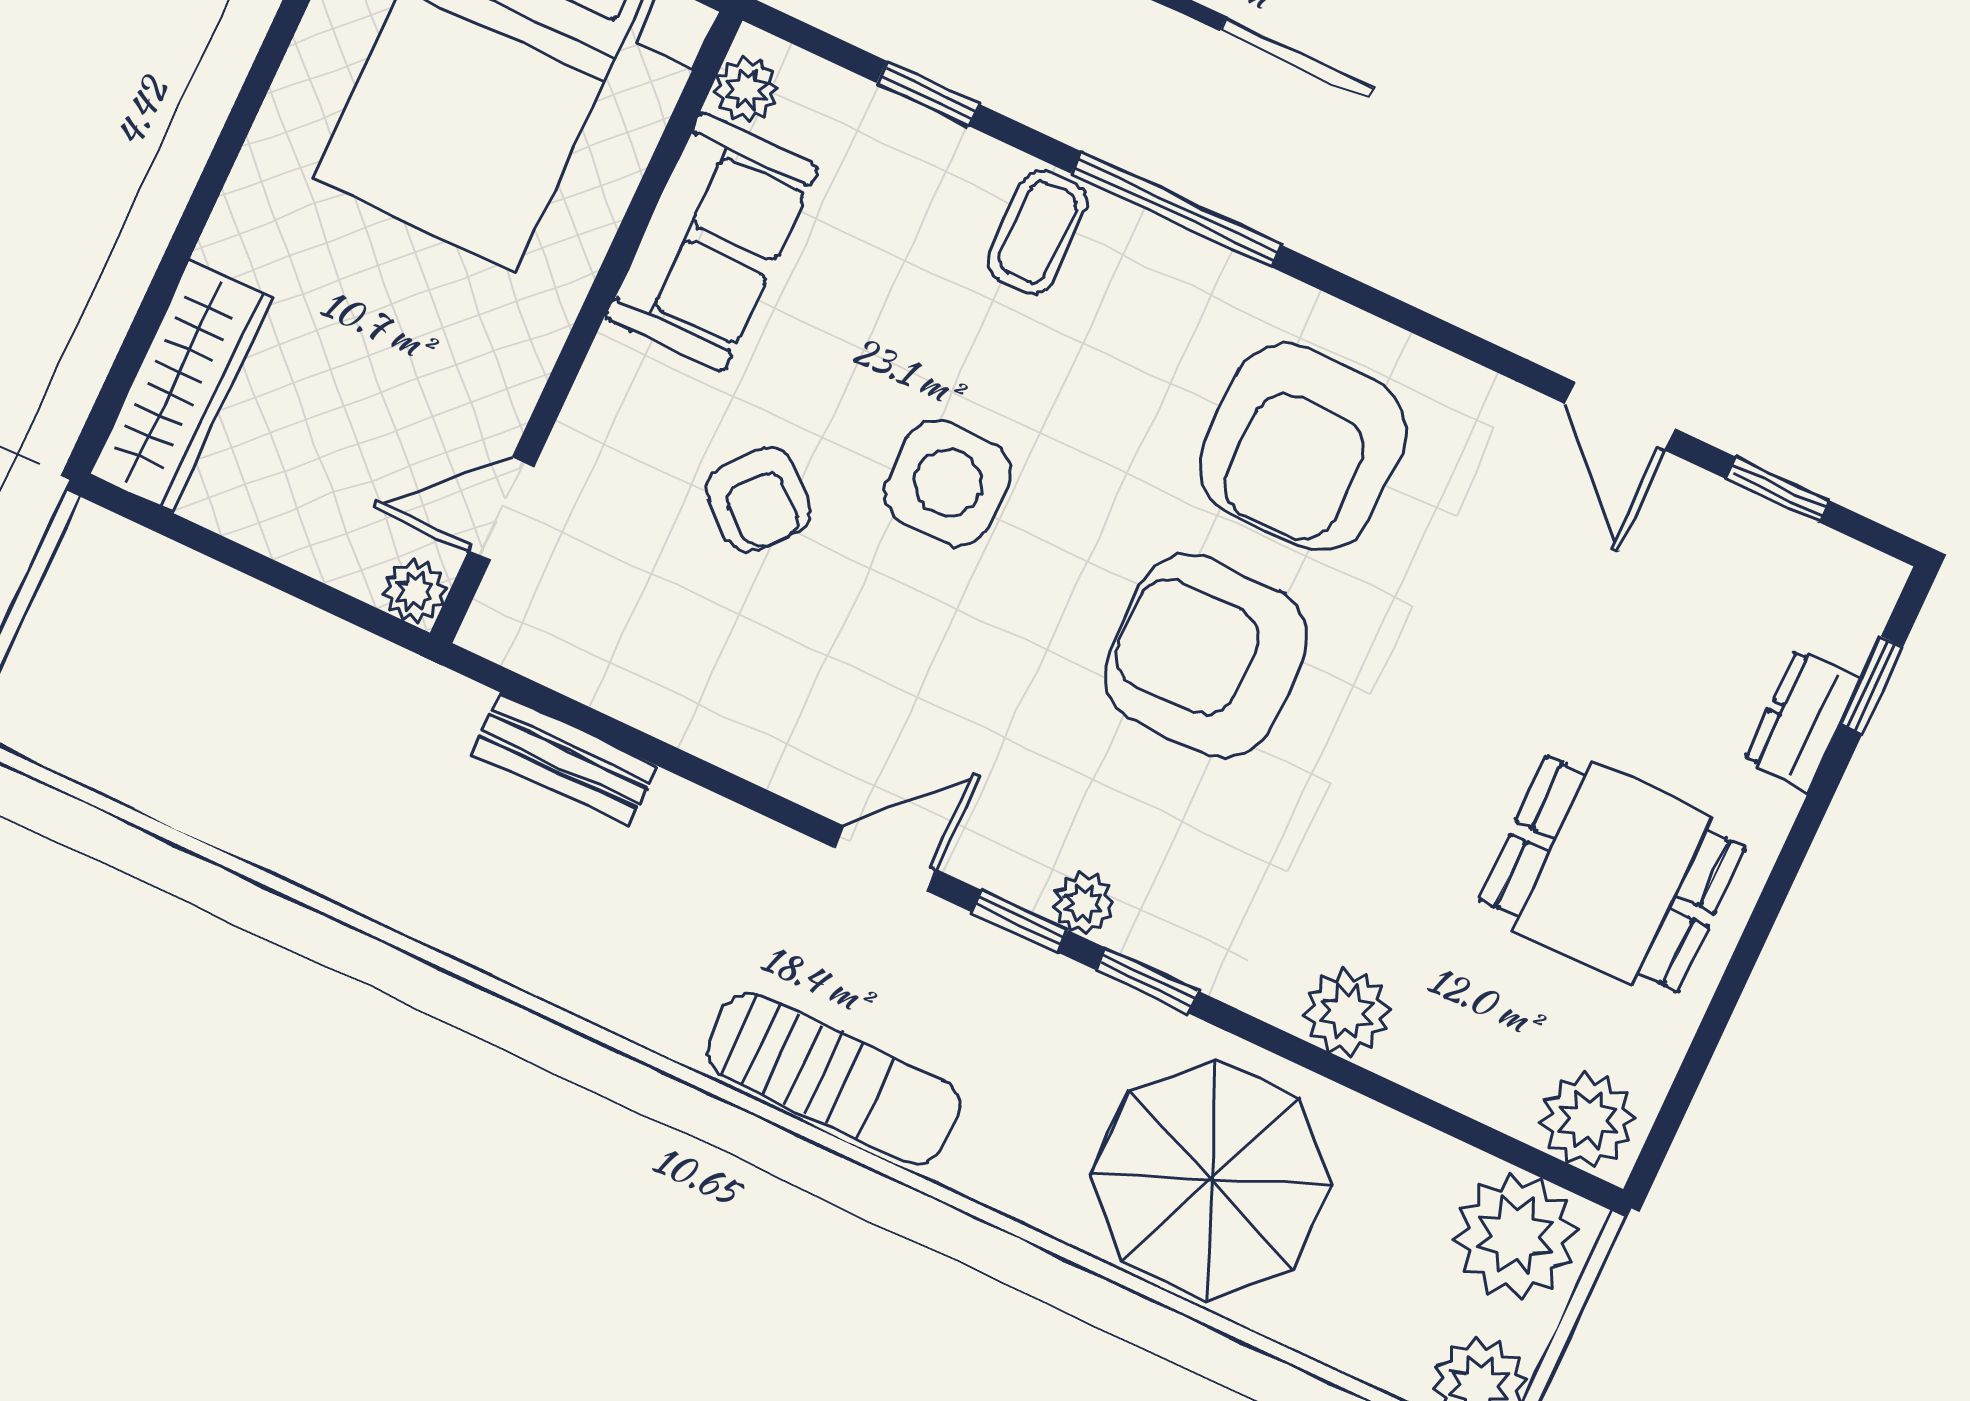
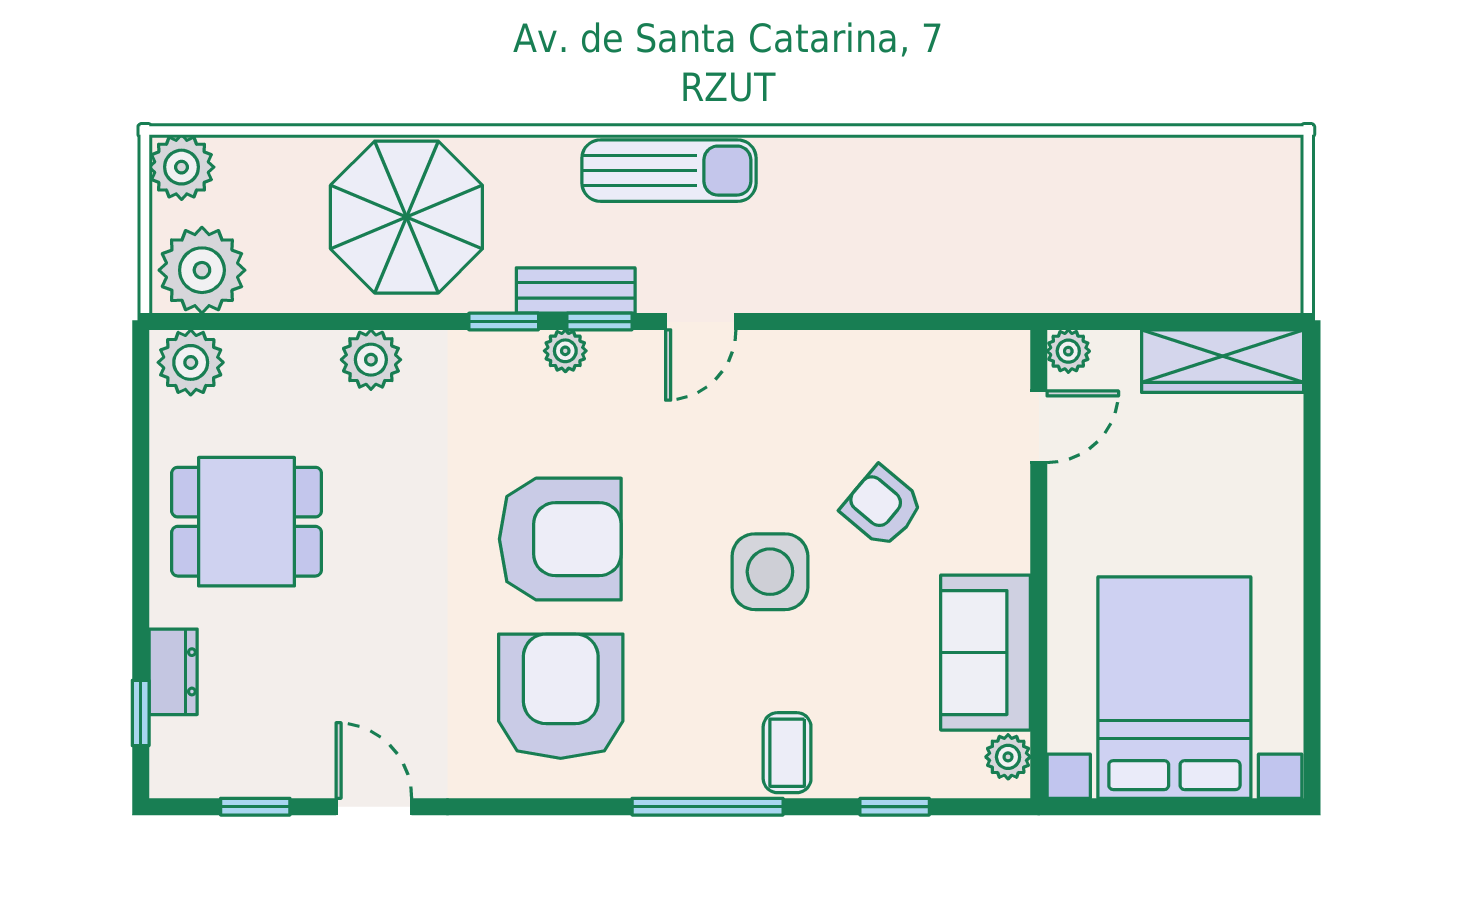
wardrobe: (181, 386) -> (1223, 361), moved, turned -90
bench: (565, 759) -> (576, 290), moved
sun lounger: (833, 1079) -> (669, 171), turned 180

